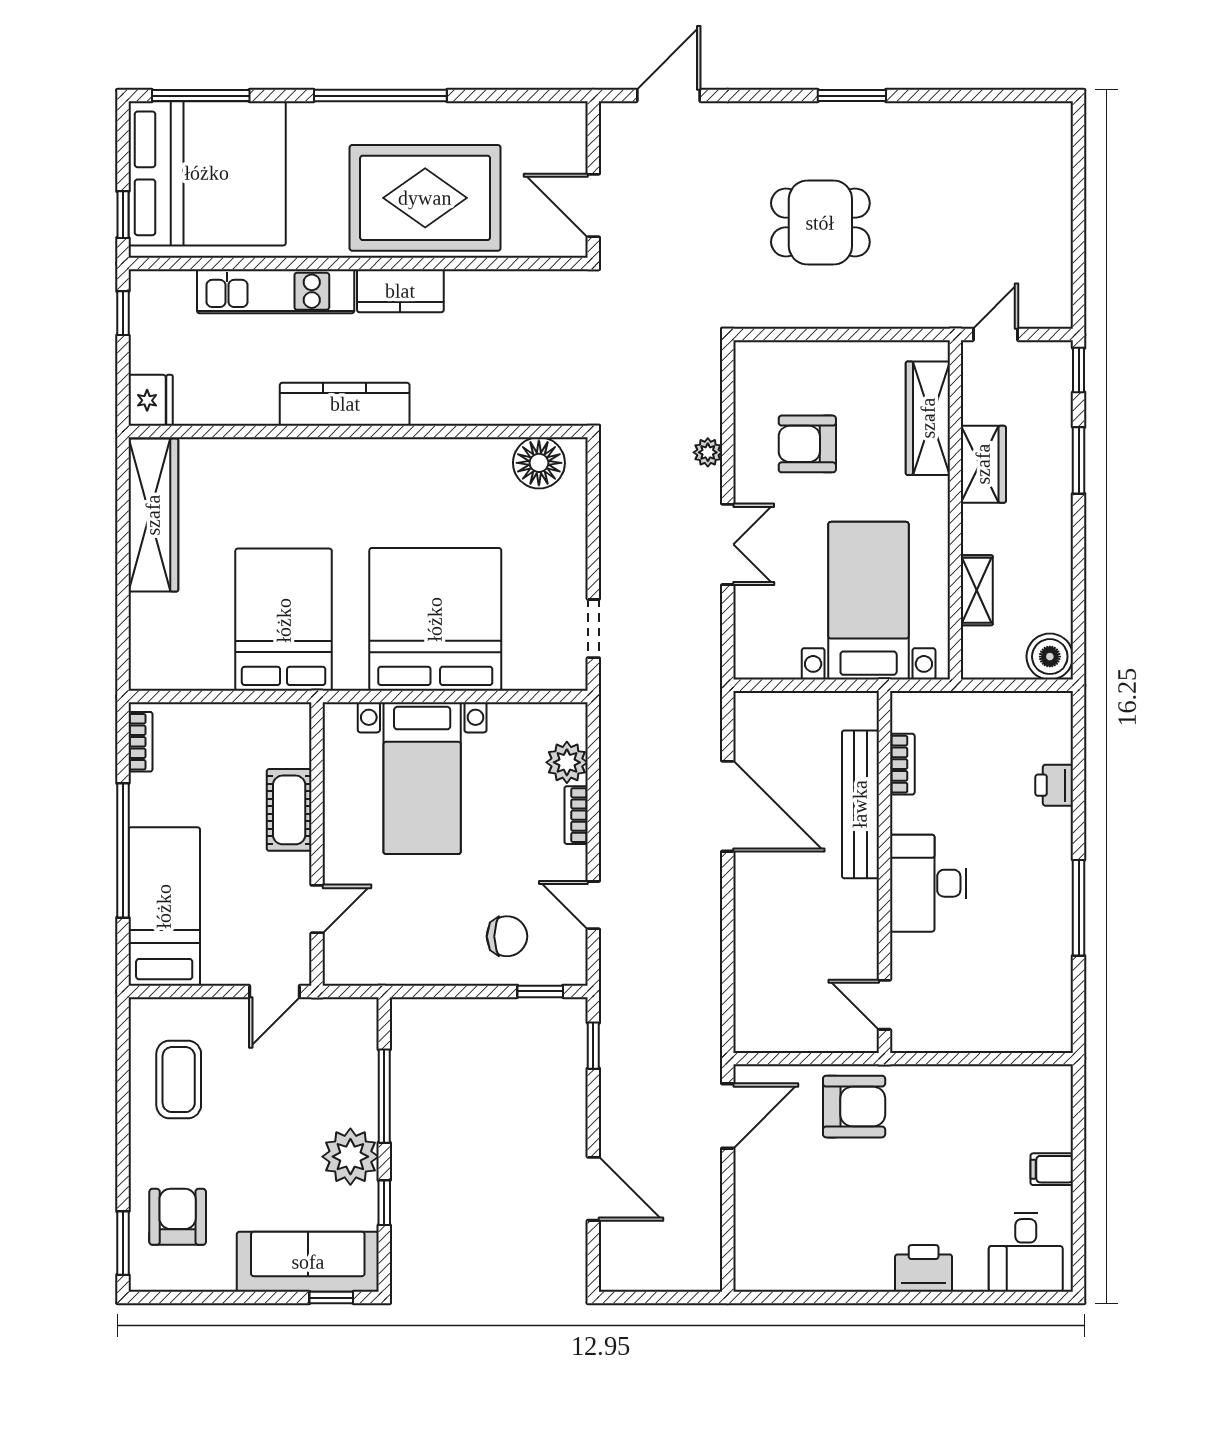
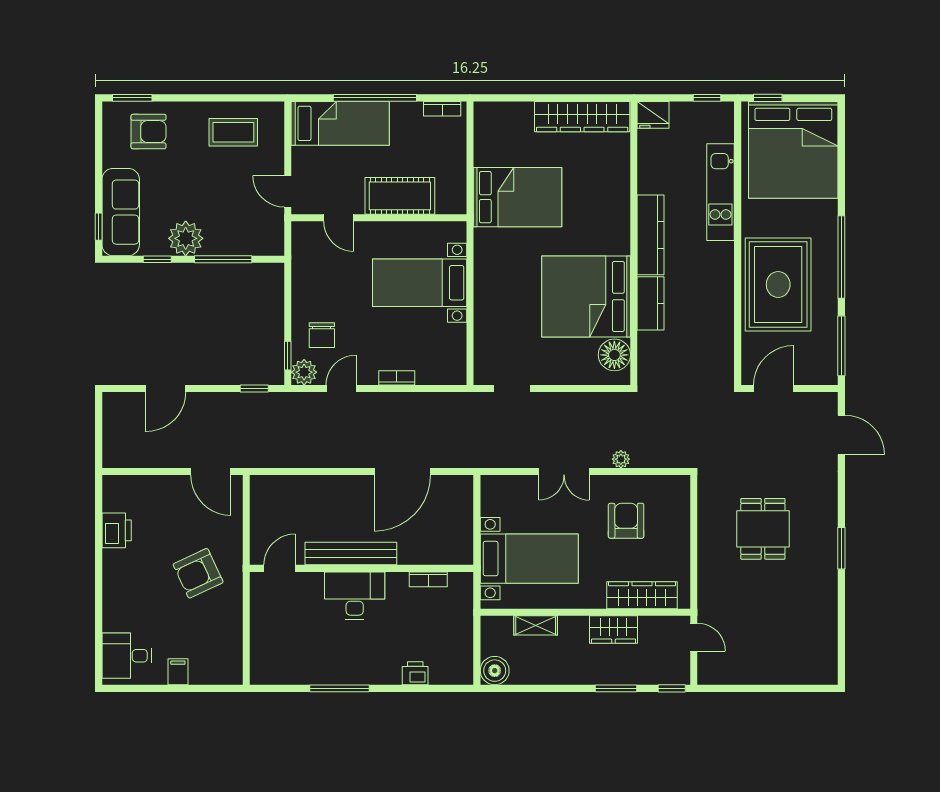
window: (201, 96) -> (841, 346), moved
kitchen counter: (400, 291) -> (651, 303), moved, turned 180
bed: (435, 619) -> (586, 296), moved, turned 180
plant: (567, 762) -> (304, 372), moved
bench: (860, 804) -> (351, 554), moved
cot: (289, 810) -> (400, 196), width x1.37, depth x1.34
armchair: (854, 1107) -> (198, 573), moved, turned 65
printer: (924, 1268) -> (117, 530), moved

